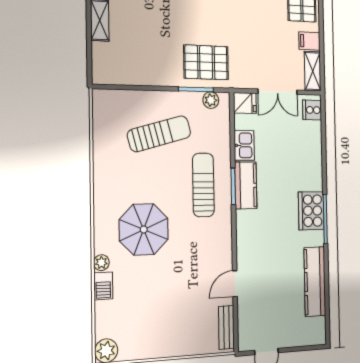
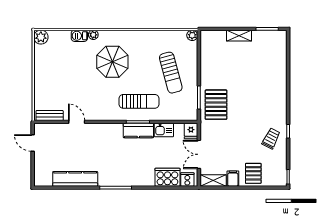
plant: (211, 100) -> (192, 35), moved
cooker: (311, 211) -> (167, 177), moved

